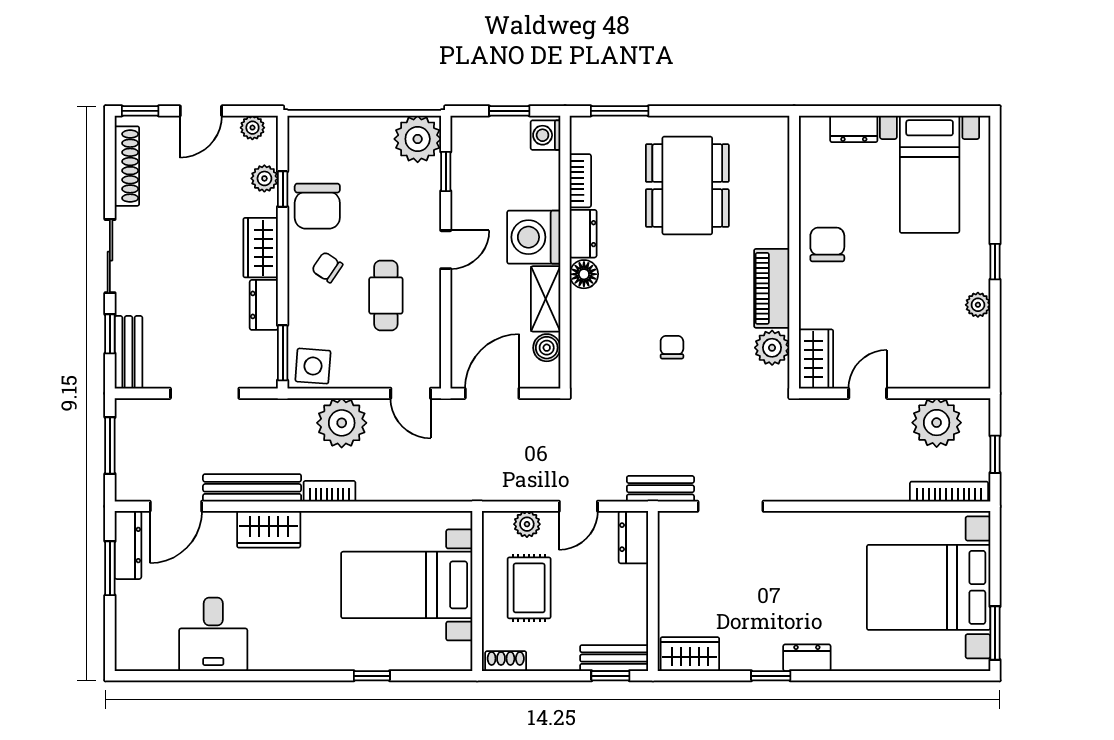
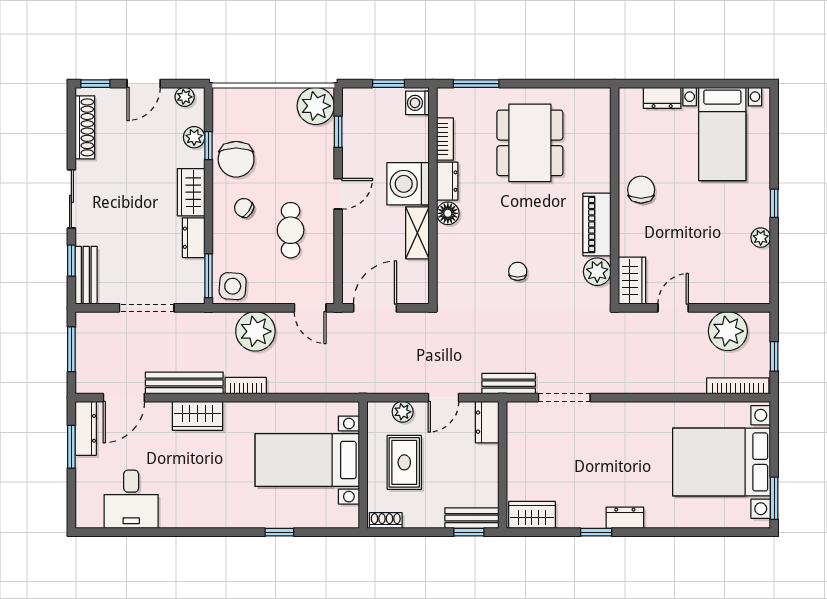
boiler: (547, 348) -> (418, 272), removed
desk: (213, 634) -> (131, 499), moved

